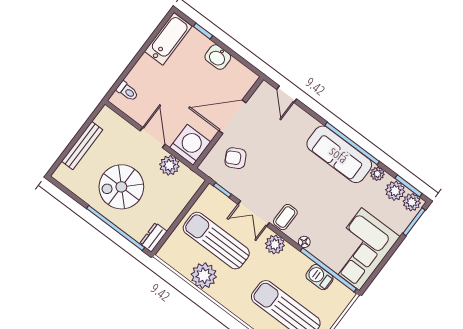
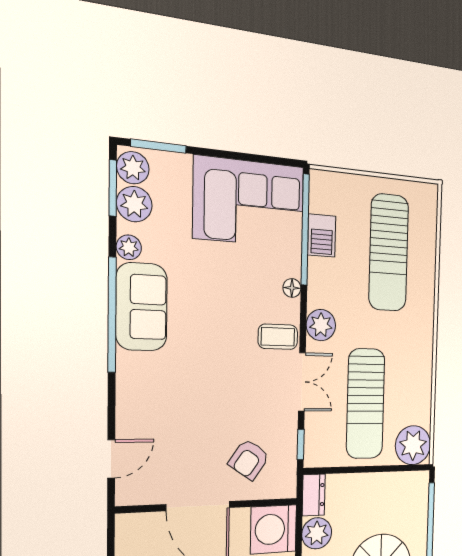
sofa: (339, 154) -> (142, 307), width x0.73
armchair: (236, 158) -> (249, 459), turned 63
dresser: (153, 237) -> (314, 495), moved, turned -90
plant: (204, 276) -> (413, 445), moved

